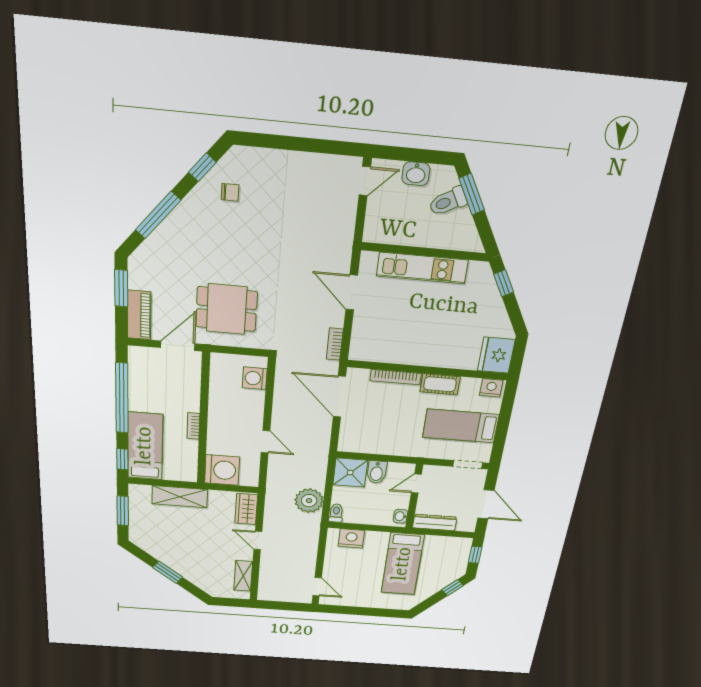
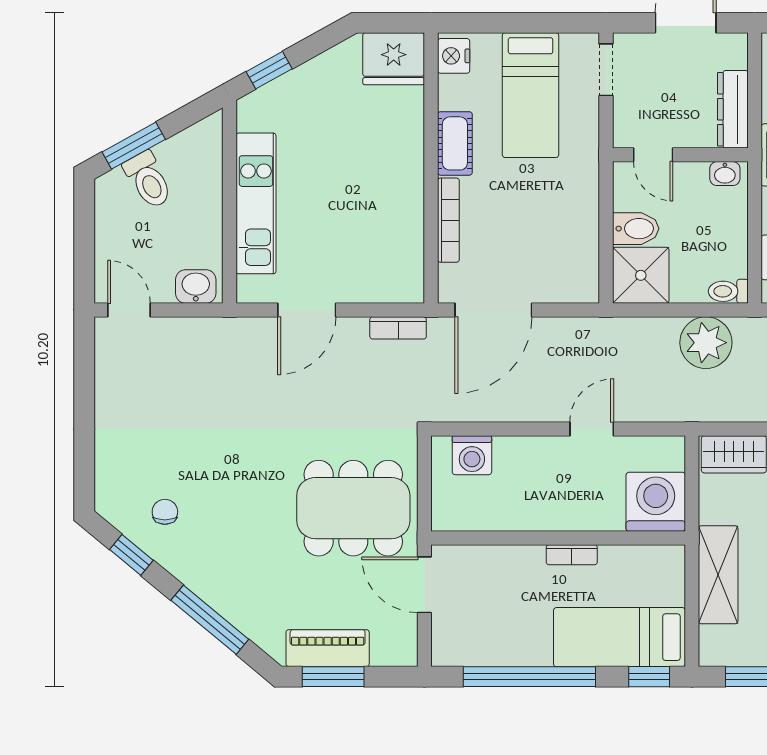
washbasin: (416, 174) -> (196, 286), moved, turned -90
dining table: (227, 309) -> (353, 508), width x1.38
piano: (139, 315) -> (328, 648), moved

